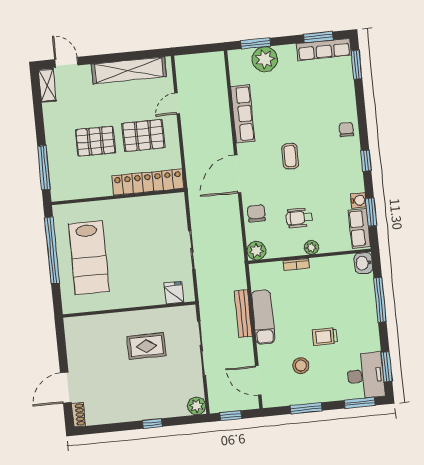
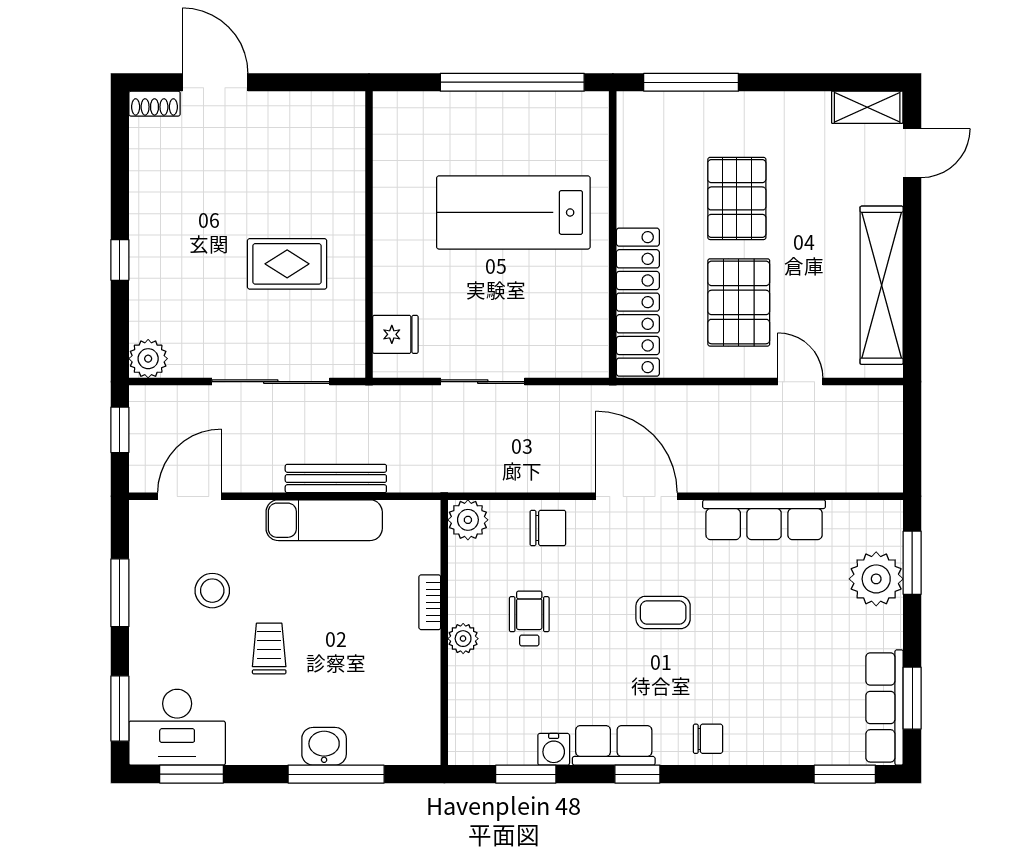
row of seats: (359, 228) -> (614, 745), moved
lab bench: (89, 258) -> (513, 212), moved
washbasin: (363, 263) -> (324, 746), moved
rug: (146, 346) -> (287, 264), turned 90

